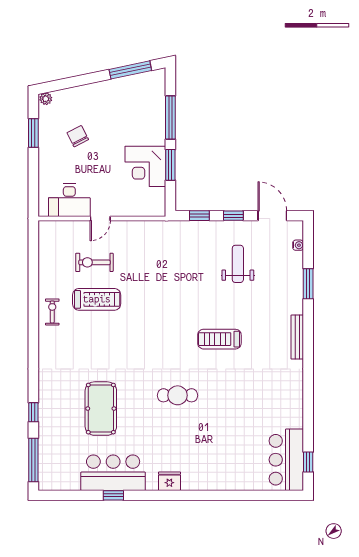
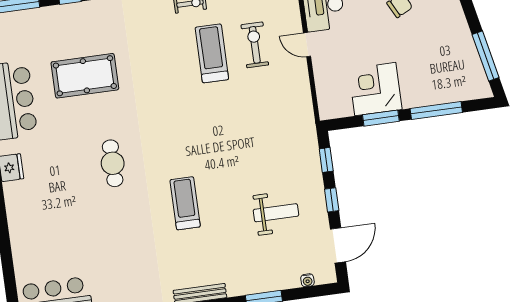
treadmill: (97, 299) -> (212, 53), turned 180

